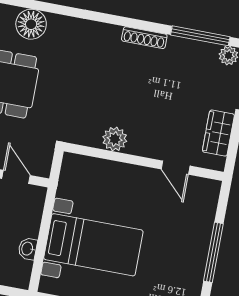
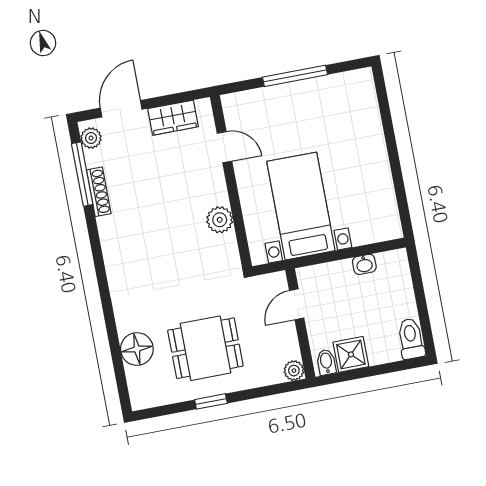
shoe rack: (144, 38) -> (99, 192), moved
door: (176, 168) -> (225, 147), hinge flipped
bed with nightstands: (93, 245) -> (301, 206), moved

